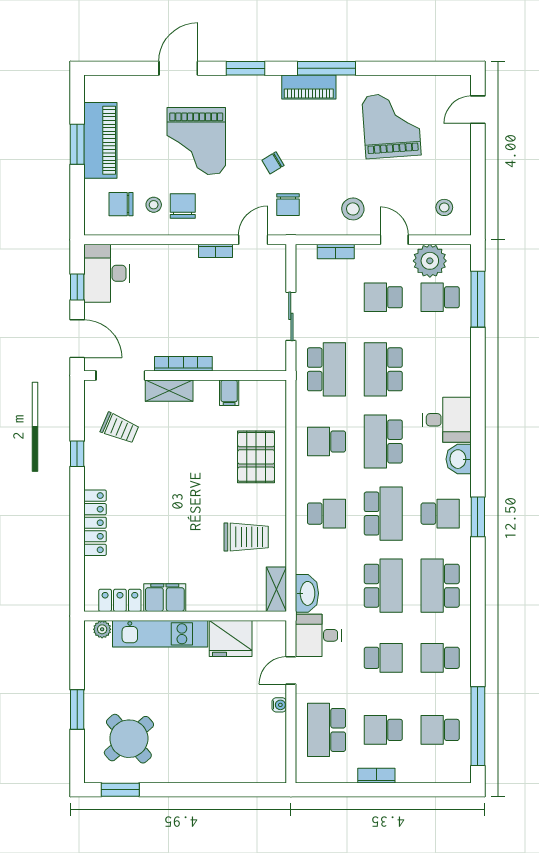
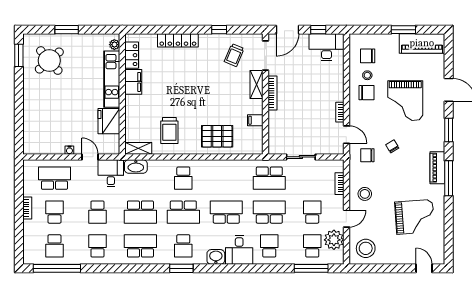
piano: (100, 140) -> (422, 43), moved
grand piano: (196, 141) -> (405, 101), turned -90
chair: (121, 204) -> (368, 56), turned -90
stool: (444, 207) -> (366, 248), width x1.89, depth x1.89
school desk: (326, 441) -> (269, 246), moved
school desk: (440, 730) -> (54, 246), turned 180

